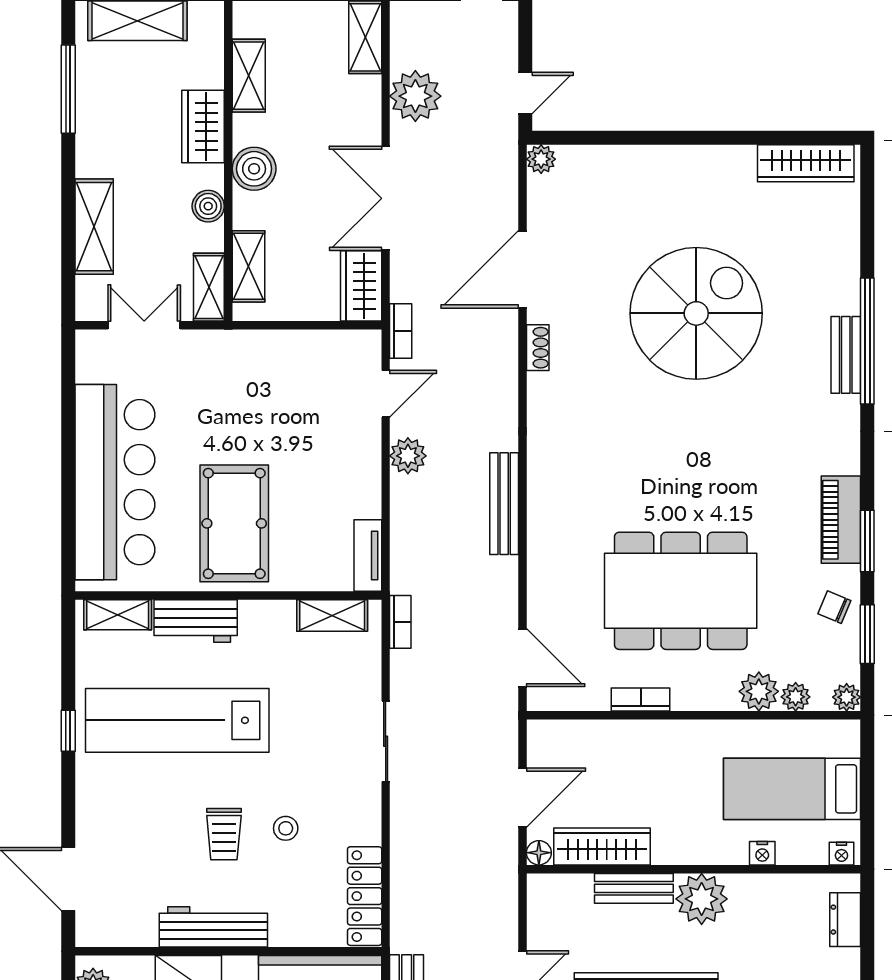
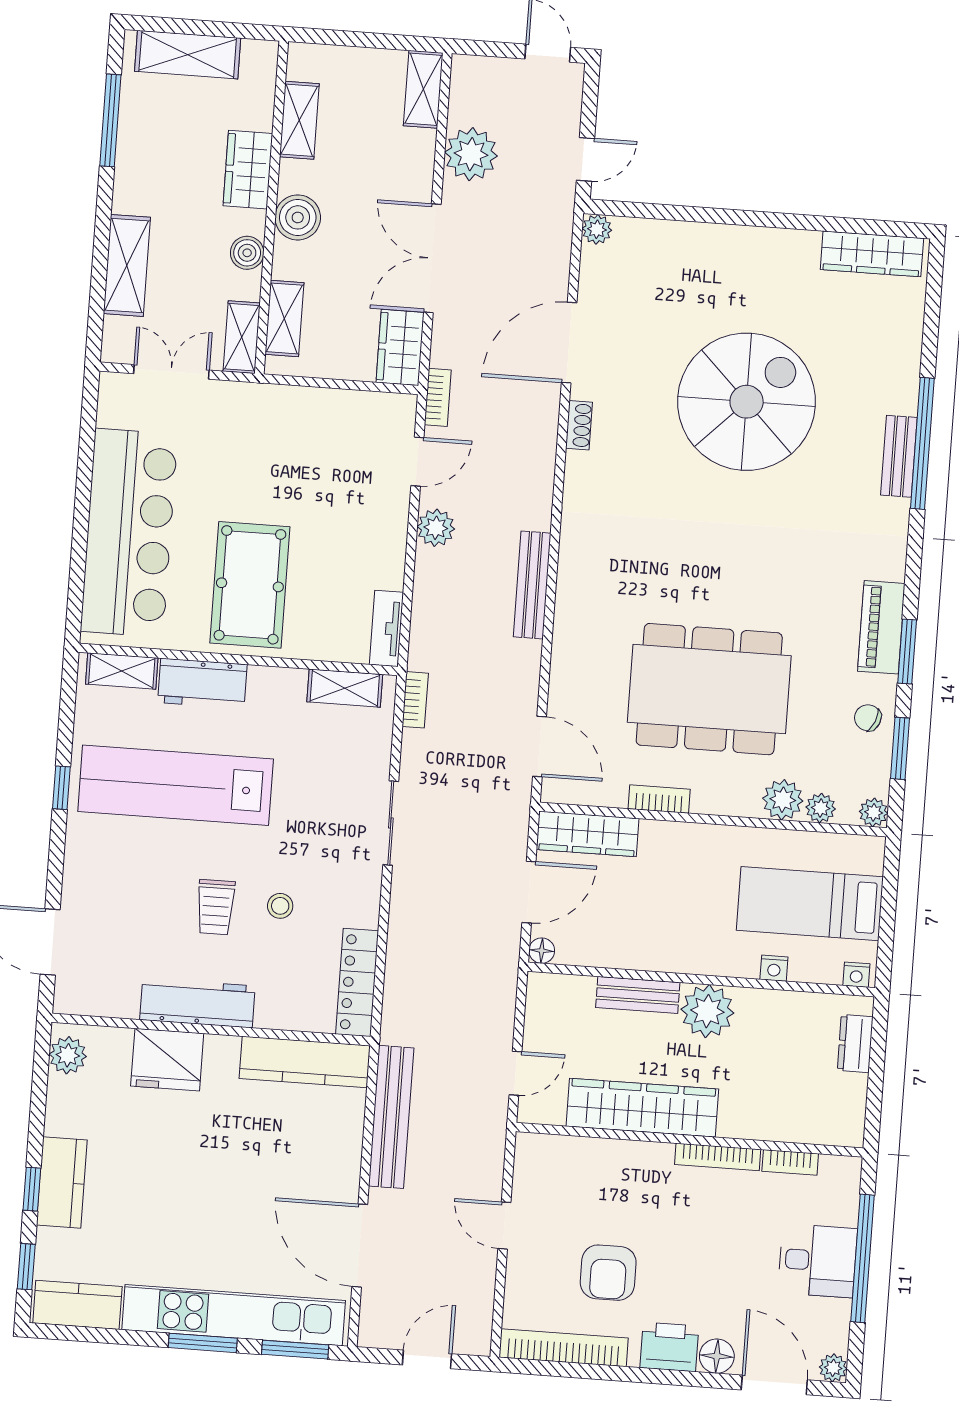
wardrobe: (602, 846) -> (588, 834), moved, turned 180

